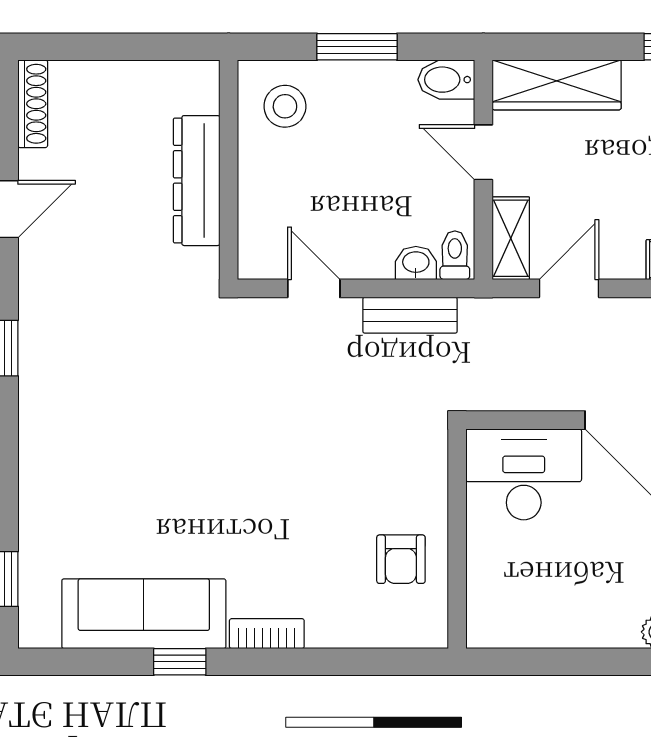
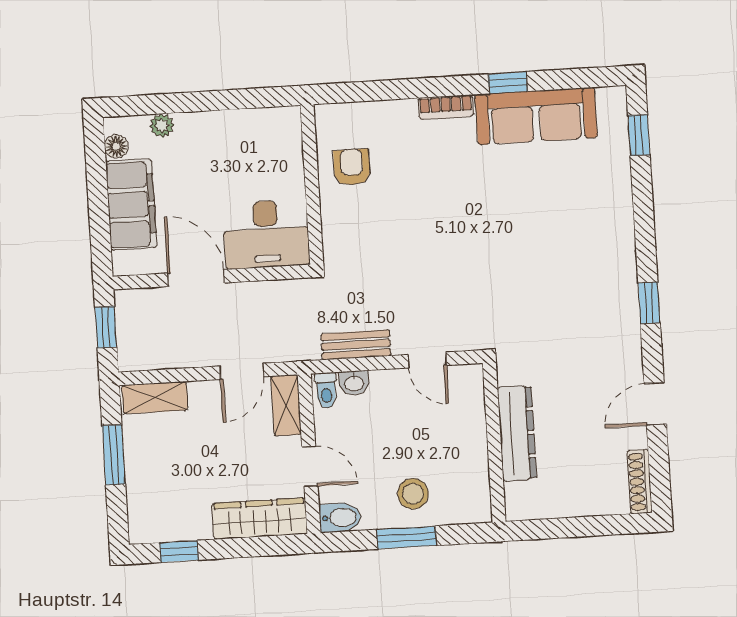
stool: (285, 106) -> (413, 494), moved

